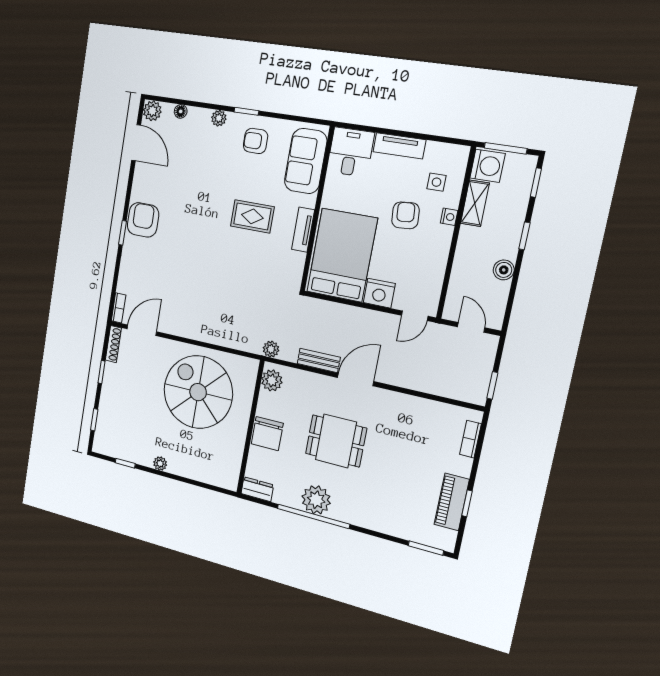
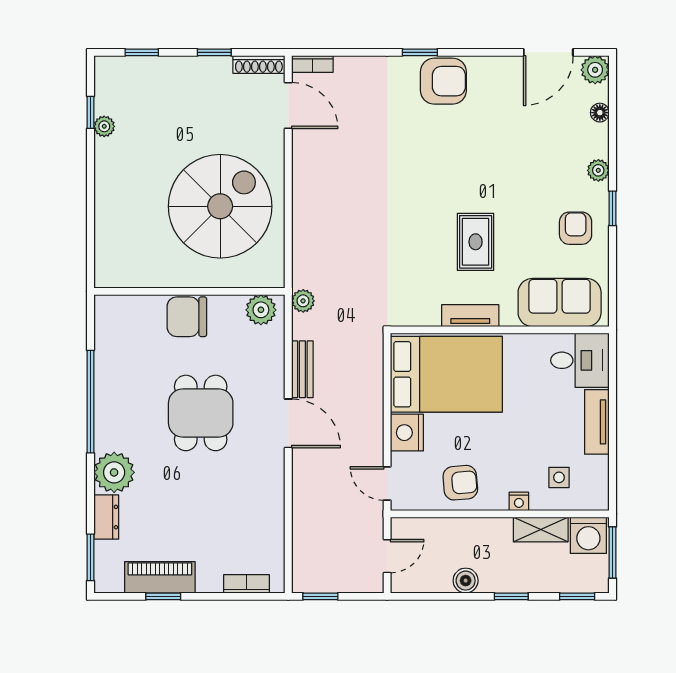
armchair: (405, 215) -> (460, 483), moved
plant: (160, 463) -> (104, 126), moved
dresser: (257, 489) -> (106, 517), moved
plant: (316, 500) -> (114, 472), moved

